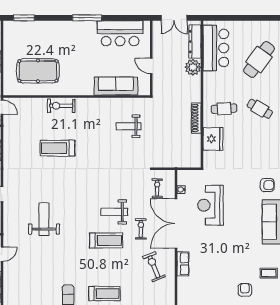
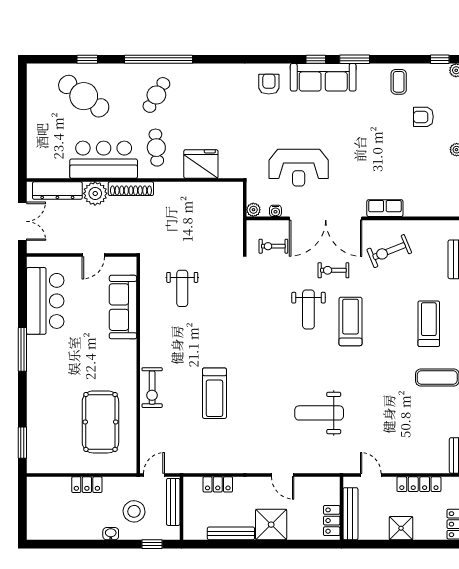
bar counter: (216, 48) -> (104, 160), moved
shoe rack: (196, 118) -> (131, 189), moved
plant: (182, 175) -> (253, 210), added

